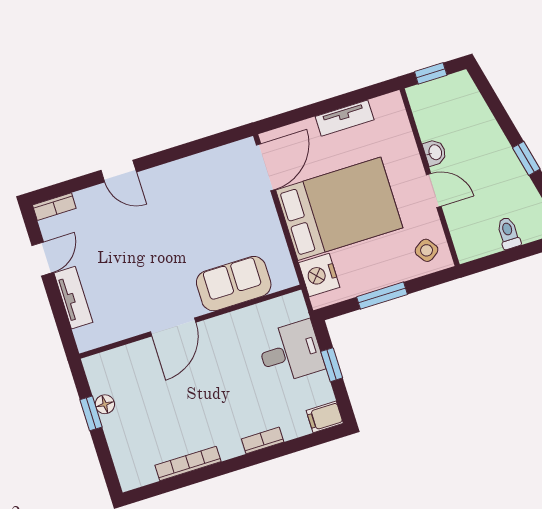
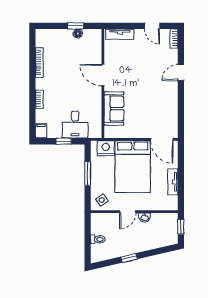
tv unit: (73, 298) -> (120, 34), moved

